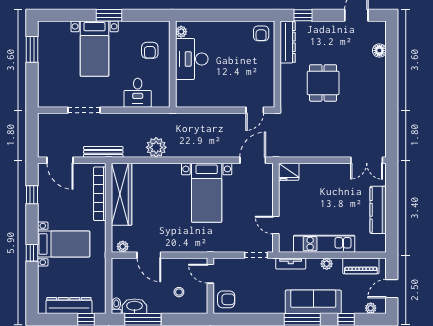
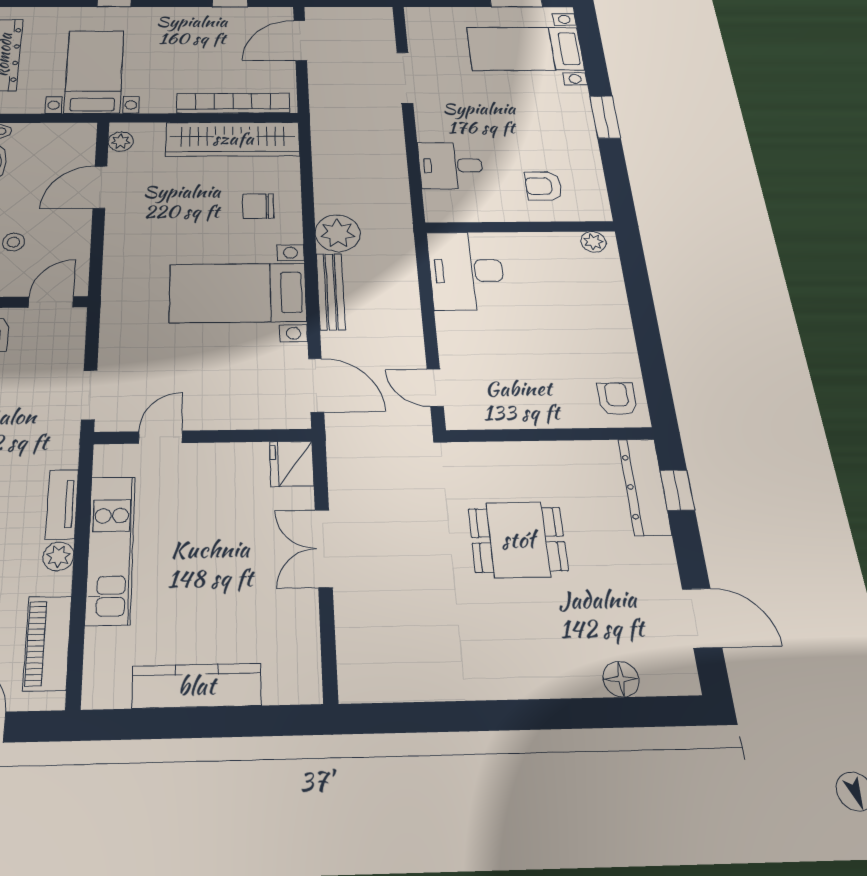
armchair: (261, 33) -> (617, 399), turned 90
dresser: (288, 42) -> (645, 487), moved, turned 90
bed with nightstands: (95, 49) -> (525, 49), moved
desk: (192, 59) -> (466, 271), moved, turned -90
plant: (156, 147) -> (338, 233), moved
bench: (103, 152) -> (331, 291), moved
double door: (367, 160) -> (324, 548), moved
chair: (160, 183) -> (258, 206), added
bed with nightstands: (64, 244) -> (94, 71), moved, turned 180
tv unit: (291, 264) -> (62, 504), moved

